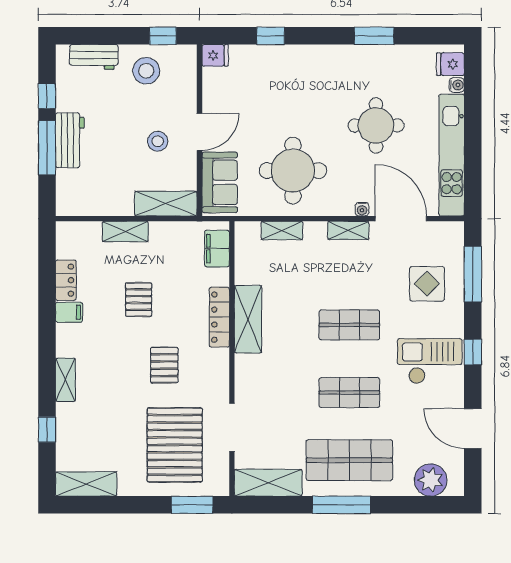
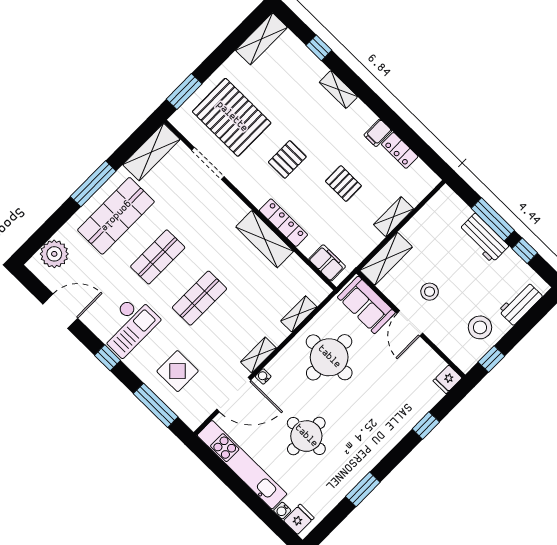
pallet: (164, 365) -> (287, 159), turned 90

